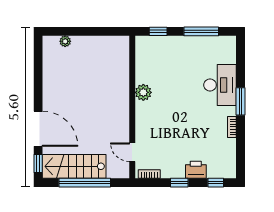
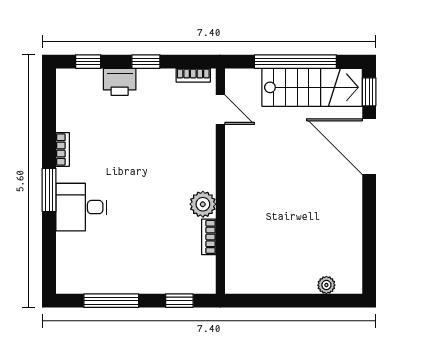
bookcase: (140, 72) -> (209, 237), added
desk: (220, 85) -> (81, 207), width x0.73

